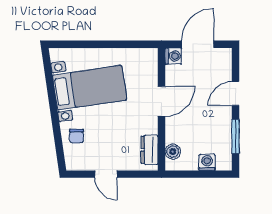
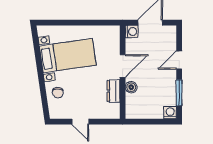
dresser: (150, 150) -> (113, 91), moved
boiler: (173, 152) -> (131, 87), moved
washing machine: (207, 162) -> (170, 113), moved

